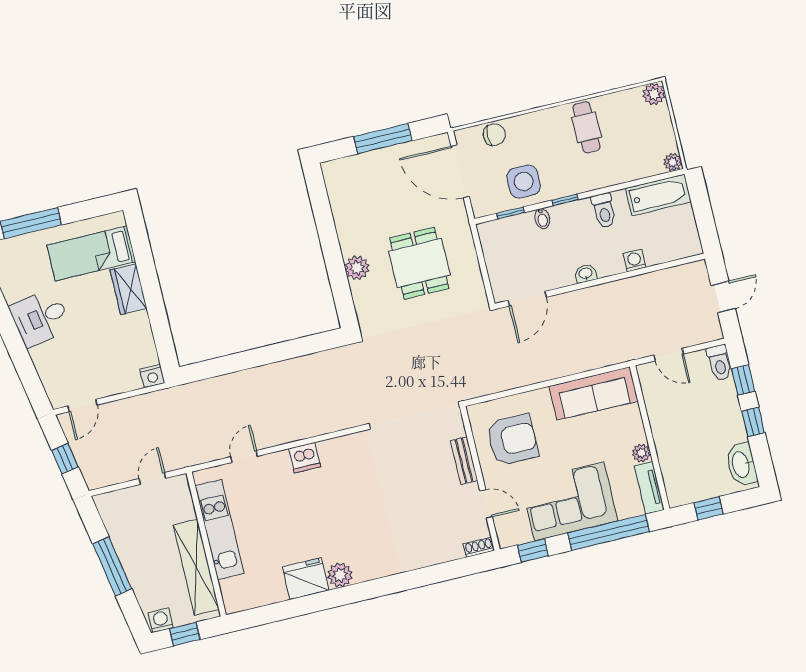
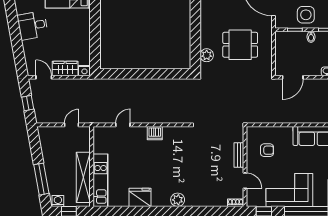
dining table: (419, 263) -> (240, 45), turned 90
plant: (357, 268) -> (207, 55), moved
wardrobe: (129, 289) -> (65, 69), moved, turned 90
door: (82, 406) -> (44, 77), swing flipped
armchair: (512, 440) -> (267, 150), width x0.53, depth x0.53
kitchen unit: (219, 530) -> (101, 180), moved
window: (112, 566) -> (41, 179), moved
plant: (340, 575) -> (178, 200), moved

